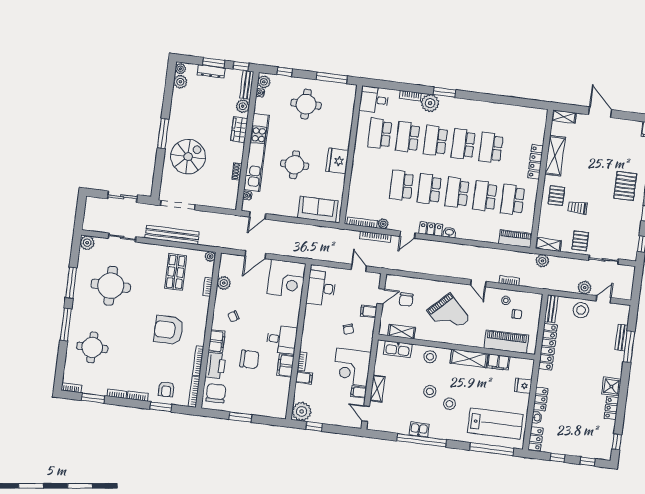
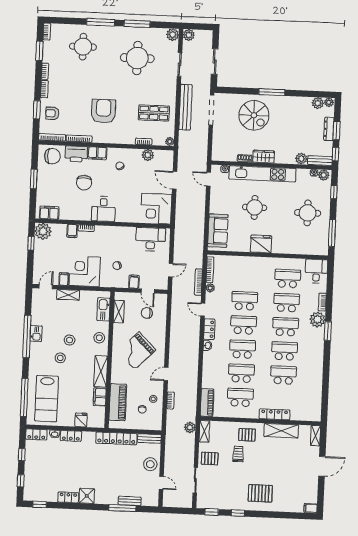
wardrobe: (239, 130) -> (264, 157), moved
plant: (585, 288) -> (189, 35), moved
filing cabinet: (285, 365) -> (49, 213), moved

